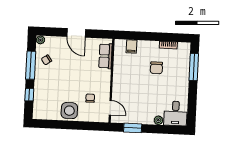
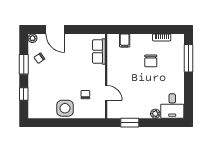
door: (76, 33) -> (55, 30), moved
window: (31, 65) -> (24, 64), width x0.69
door: (110, 108) -> (106, 93), moved

